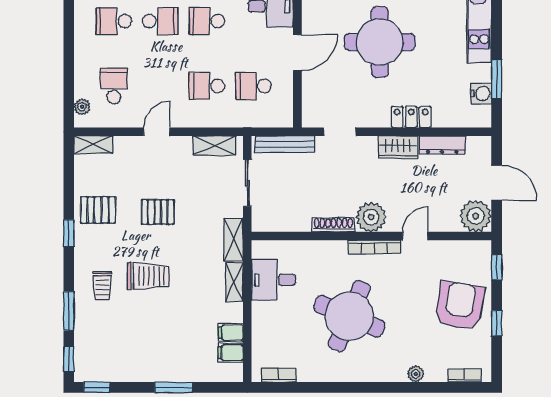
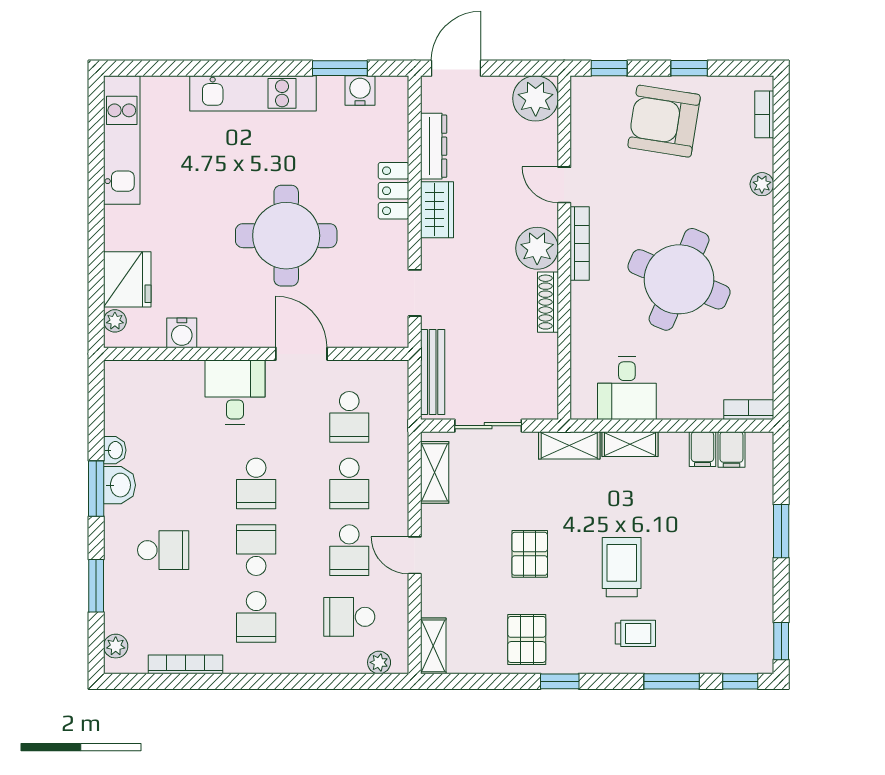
school desk: (160, 86) -> (349, 550), added
door: (497, 183) -> (456, 68), moved
bookcase: (279, 375) -> (749, 410), moved, turned 90

